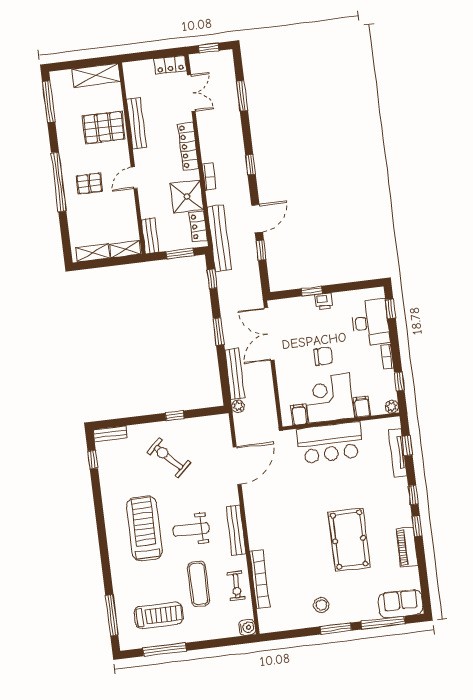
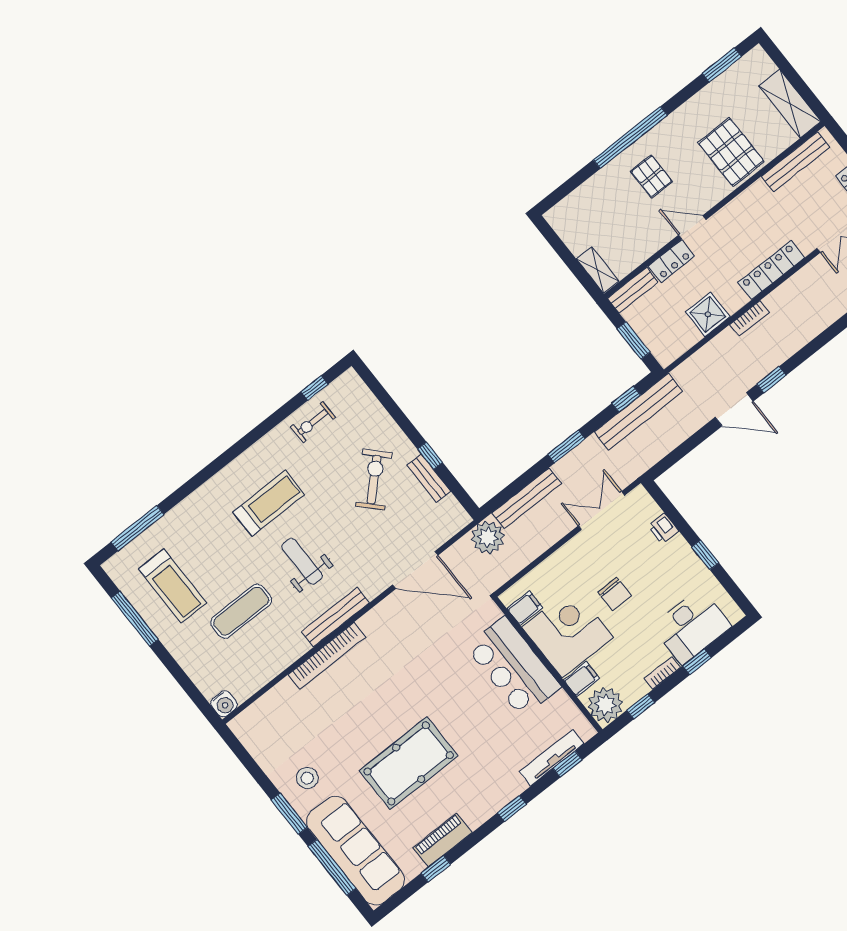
window: (49, 102) -> (722, 65), width x0.69
bench: (136, 123) -> (796, 162), moved
window: (250, 165) -> (771, 380), moved
shower: (187, 196) -> (708, 314), width x0.73, depth x0.73
locker: (198, 226) -> (671, 261), moved, turned 180
bench: (219, 238) -> (638, 412), moved
window: (261, 250) -> (698, 438), removed
shelving: (93, 253) -> (569, 233), removed
window: (312, 291) -> (705, 555), moved
printer: (324, 301) -> (663, 529), moved
window: (390, 309) -> (697, 662), moved
double door: (269, 334) -> (602, 510), width x0.73
plant: (238, 406) -> (488, 537), width x1.88, depth x1.88
plant: (392, 407) -> (605, 705), width x1.87, depth x1.87
bench: (110, 434) -> (429, 478), moved
window: (417, 526) -> (436, 869), moved
treadmill: (144, 528) -> (269, 503), width x0.73, depth x0.73
bookcase: (260, 579) -> (327, 656), moved
exercise bike: (236, 586) -> (313, 422), moved
sofa: (401, 604) -> (355, 851), width x1.85, depth x1.27

